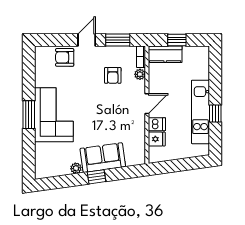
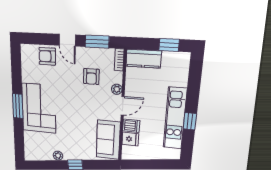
door: (87, 40) -> (67, 40), swing flipped
window: (177, 40) -> (169, 45), moved
plant: (140, 74) -> (117, 89), moved
sofa: (103, 158) -> (108, 140), moved, turned -82

